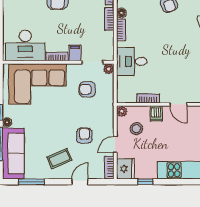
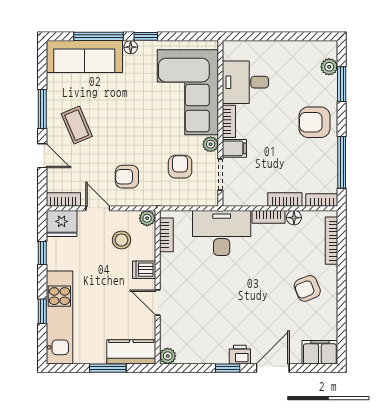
desk: (25, 46) -> (245, 82), width x0.73
desk: (132, 61) -> (222, 233), width x1.37
plant: (109, 69) -> (211, 144), moved
bookcase: (148, 98) -> (166, 235), moved
door: (178, 104) -> (158, 303), hinge flipped
armchair: (84, 136) -> (127, 177), moved, turned 180
window: (32, 182) -> (42, 109), moved
window: (184, 182) -> (42, 311), added

